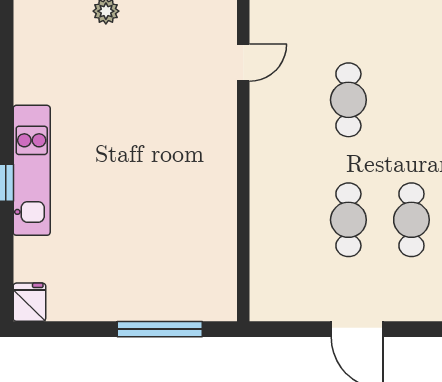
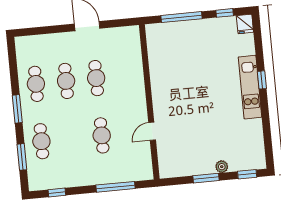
door: (243, 63) -> (152, 131), moved
window: (69, 329) -> (225, 13), added

